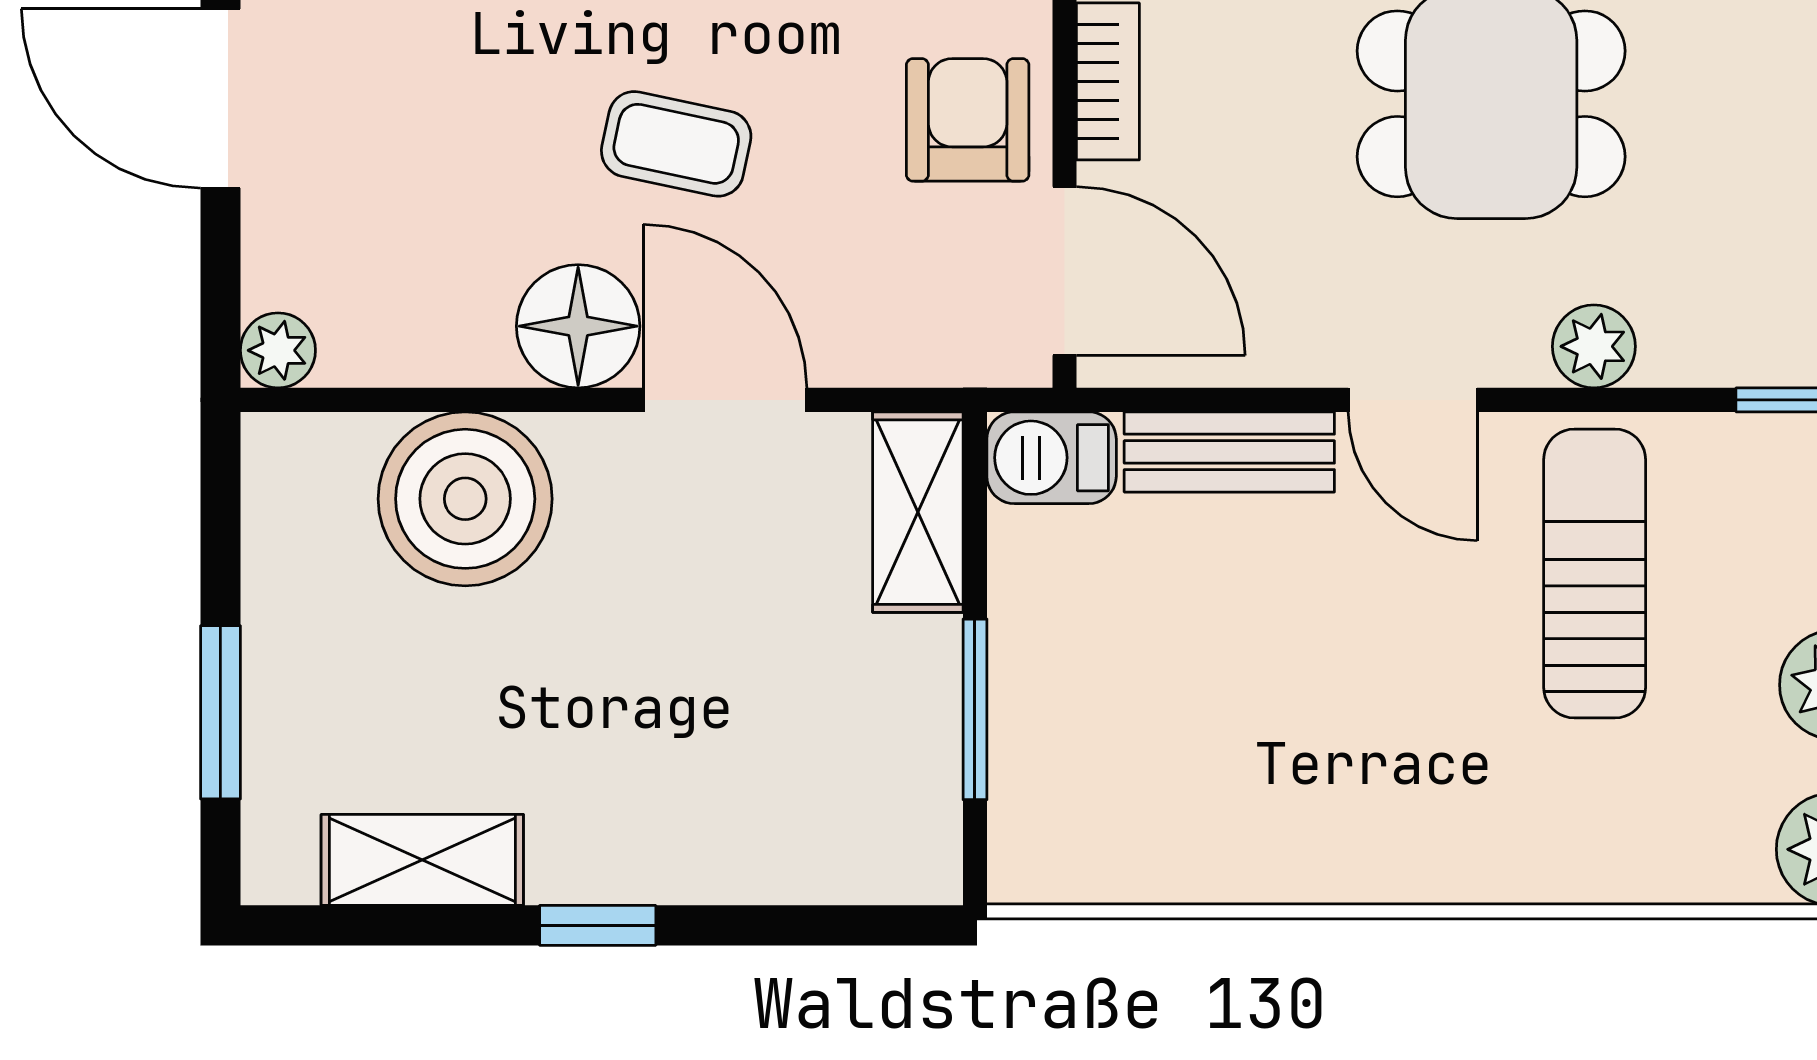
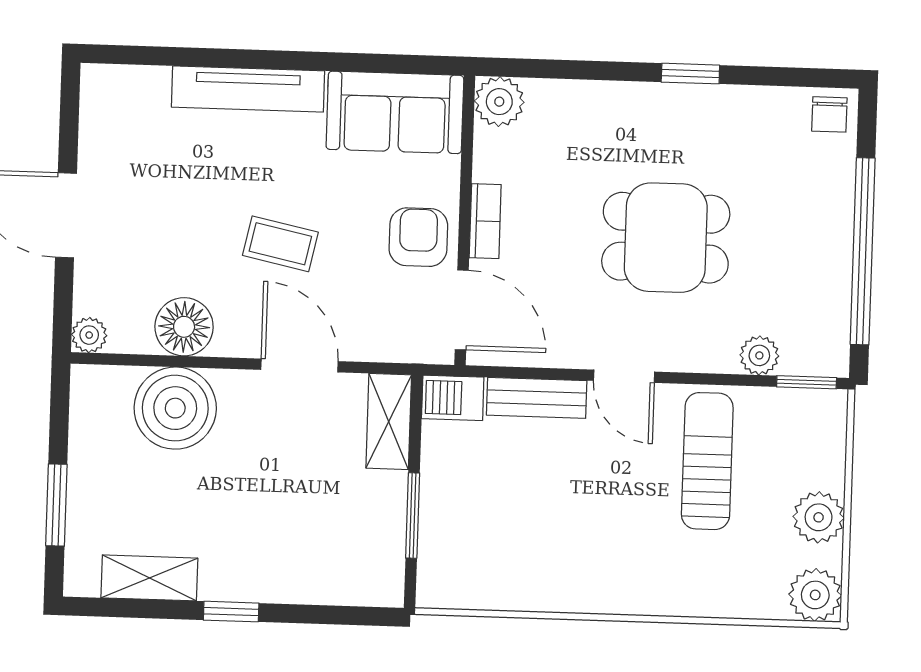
floor lamp: (578, 326) -> (184, 327), moved
plant: (1594, 346) -> (759, 355), moved

